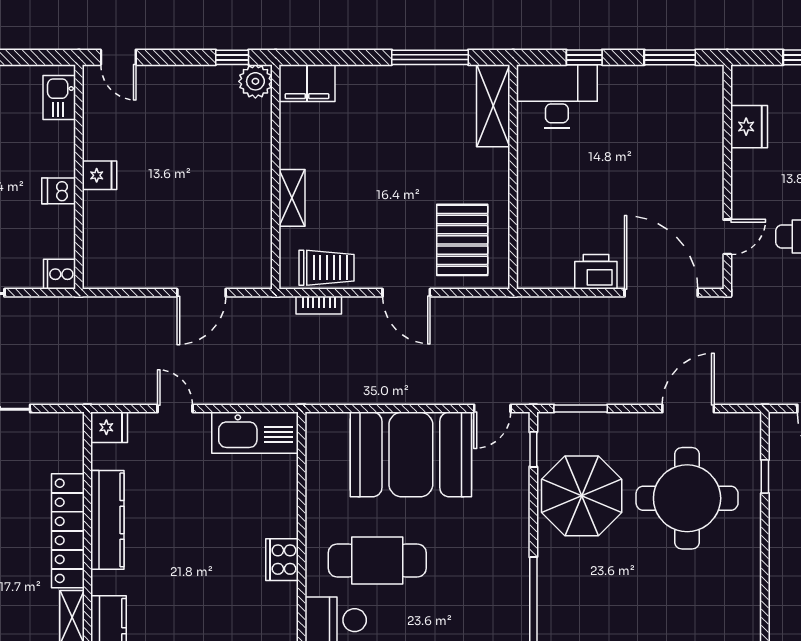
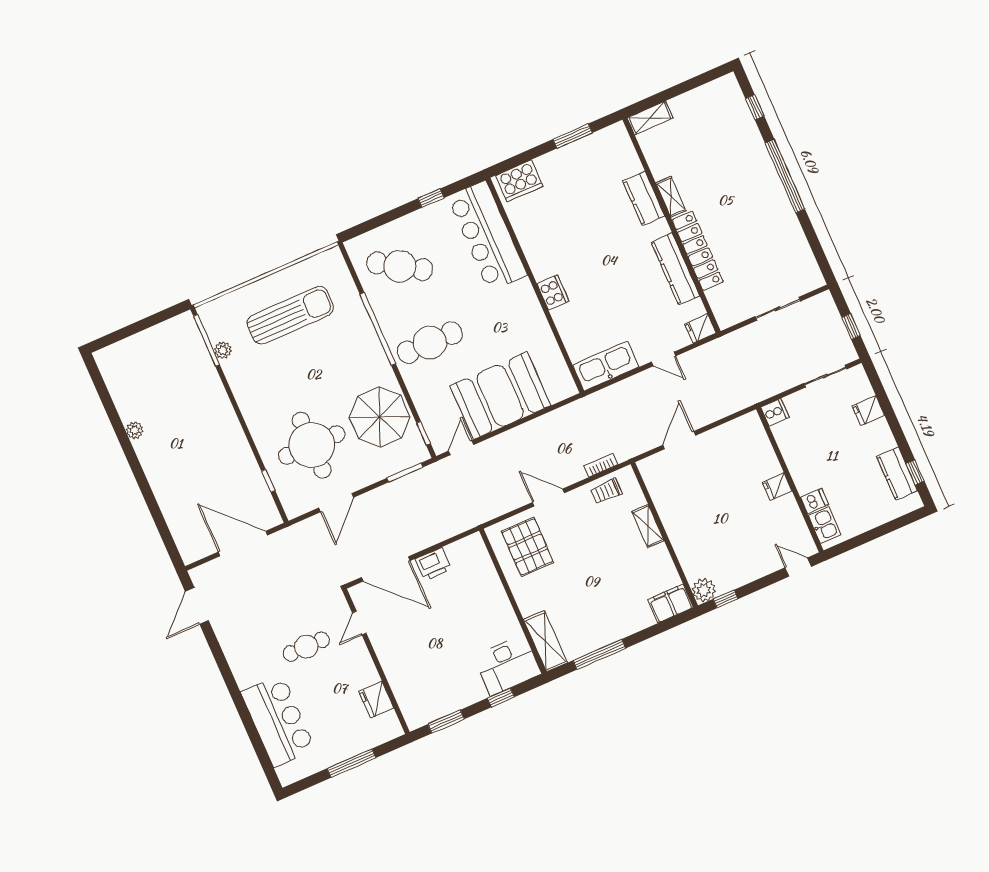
dishwasher: (59, 191) -> (814, 501), moved
trolley: (327, 268) -> (606, 491), width x0.73, depth x0.72
cafe table: (377, 560) -> (430, 343), moved

